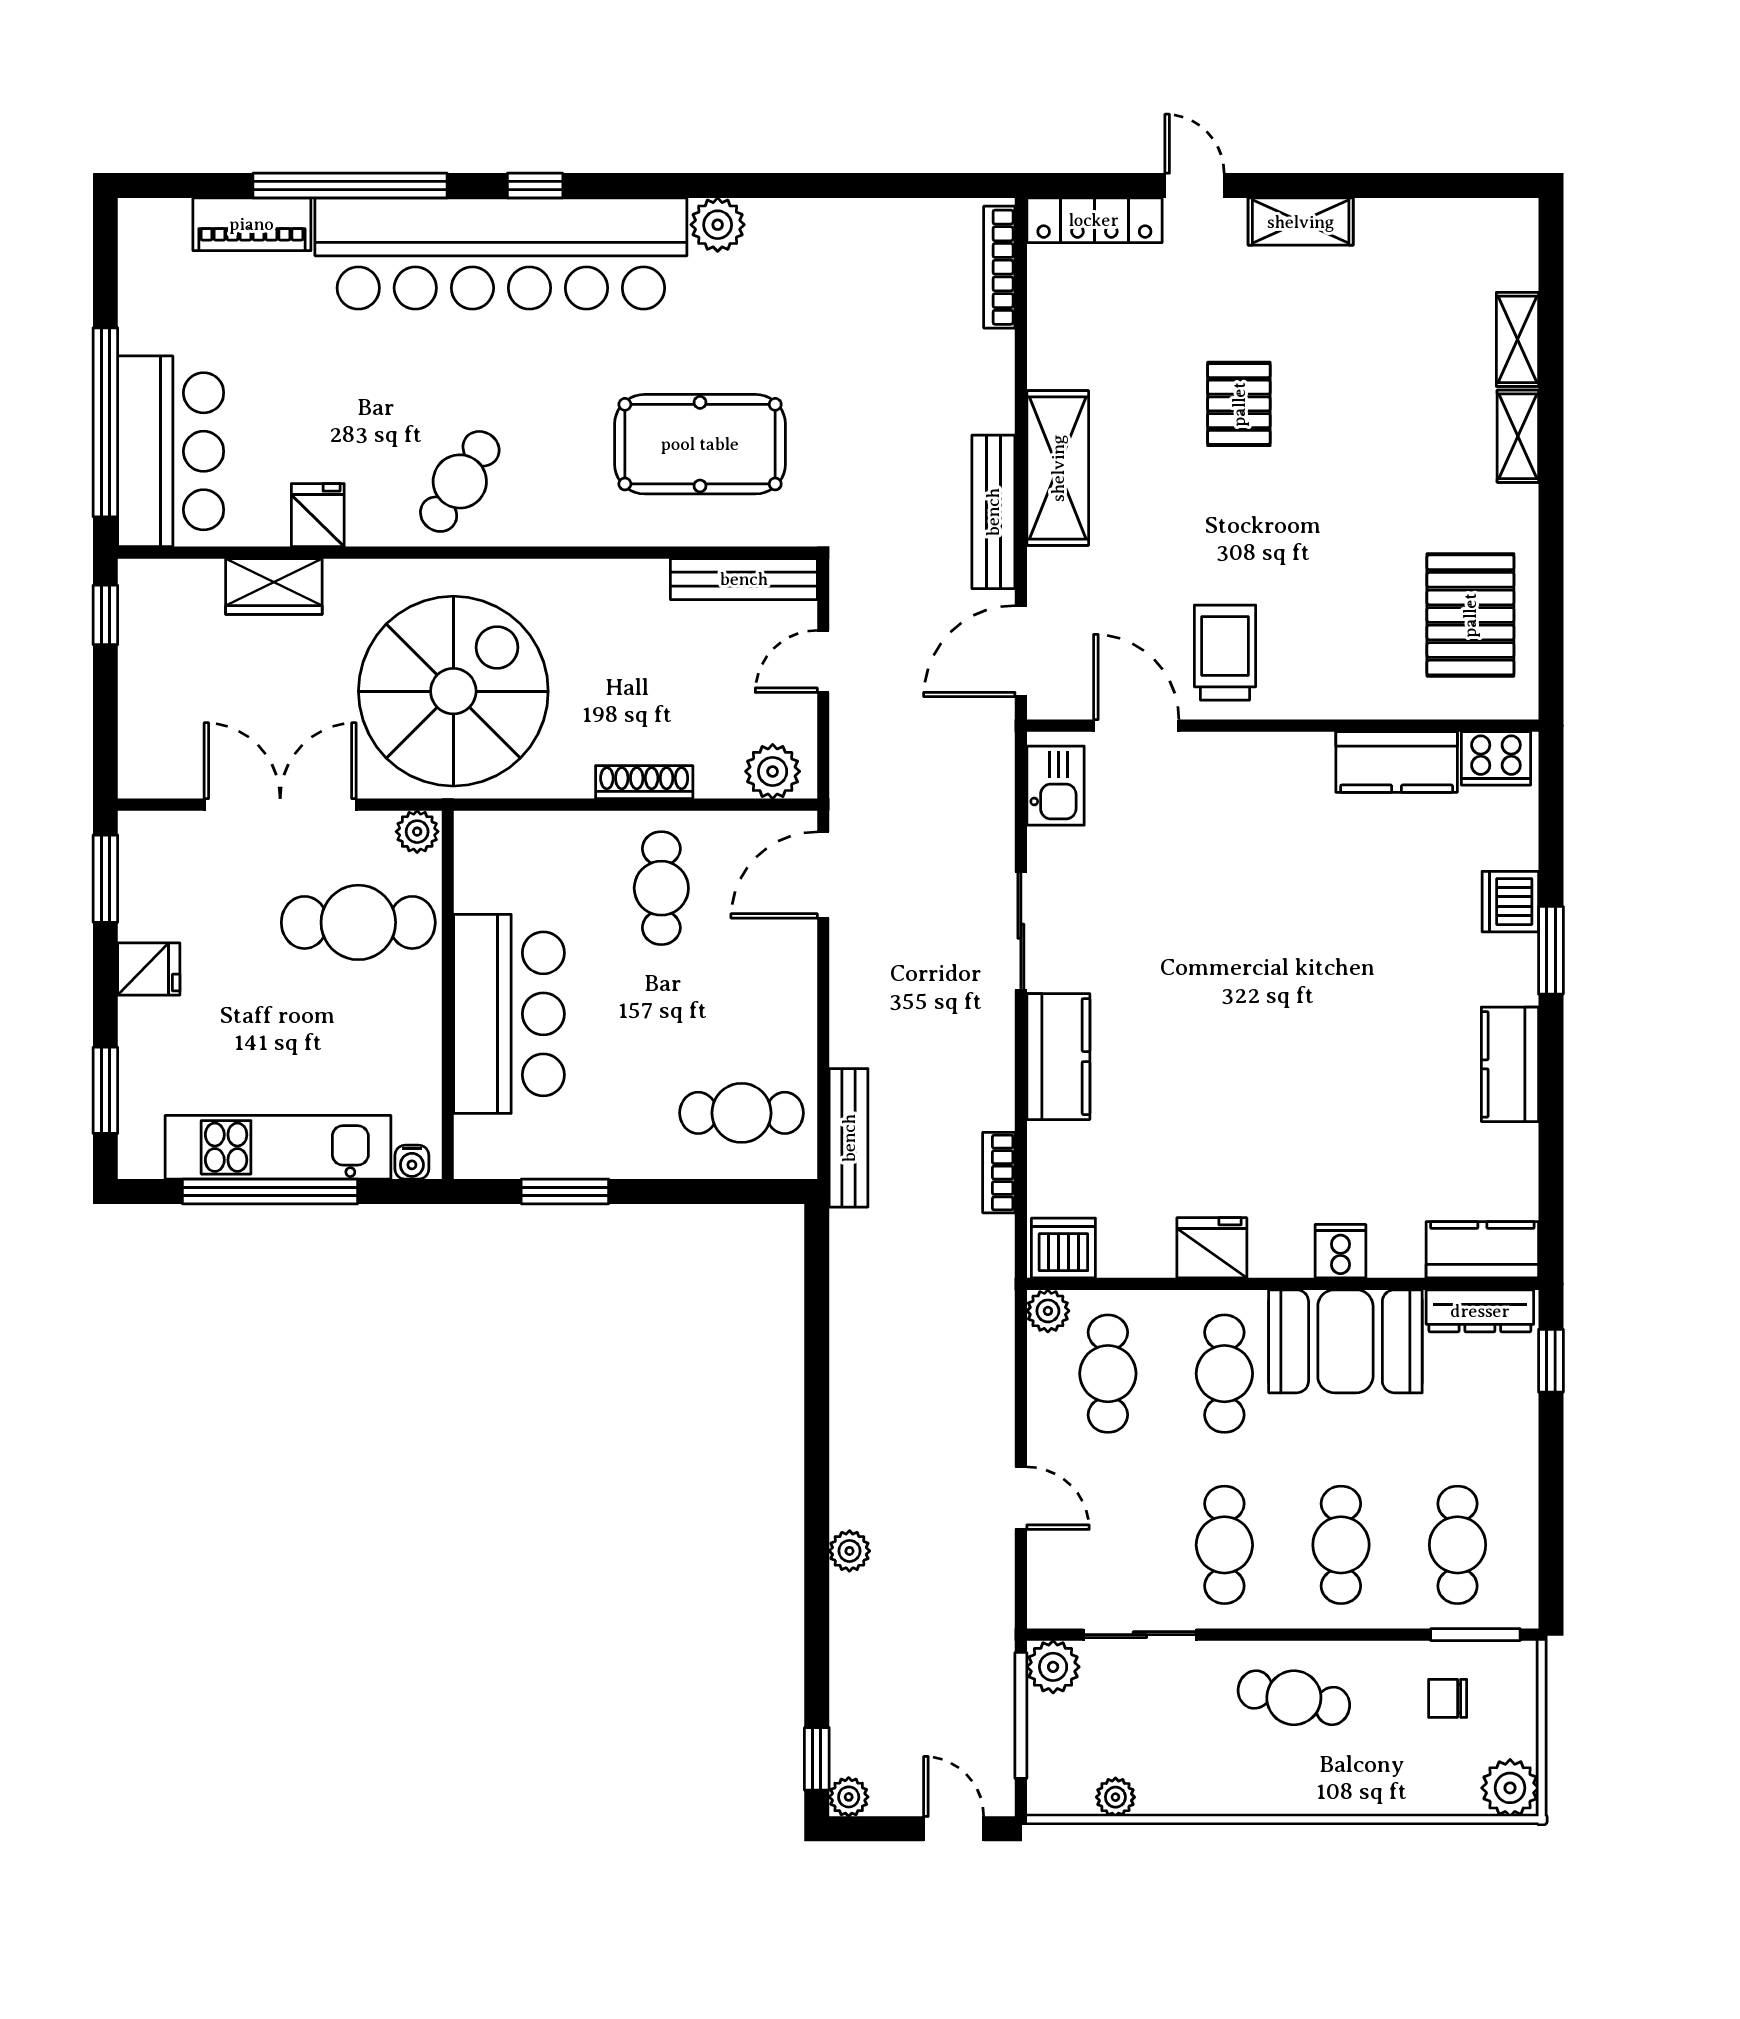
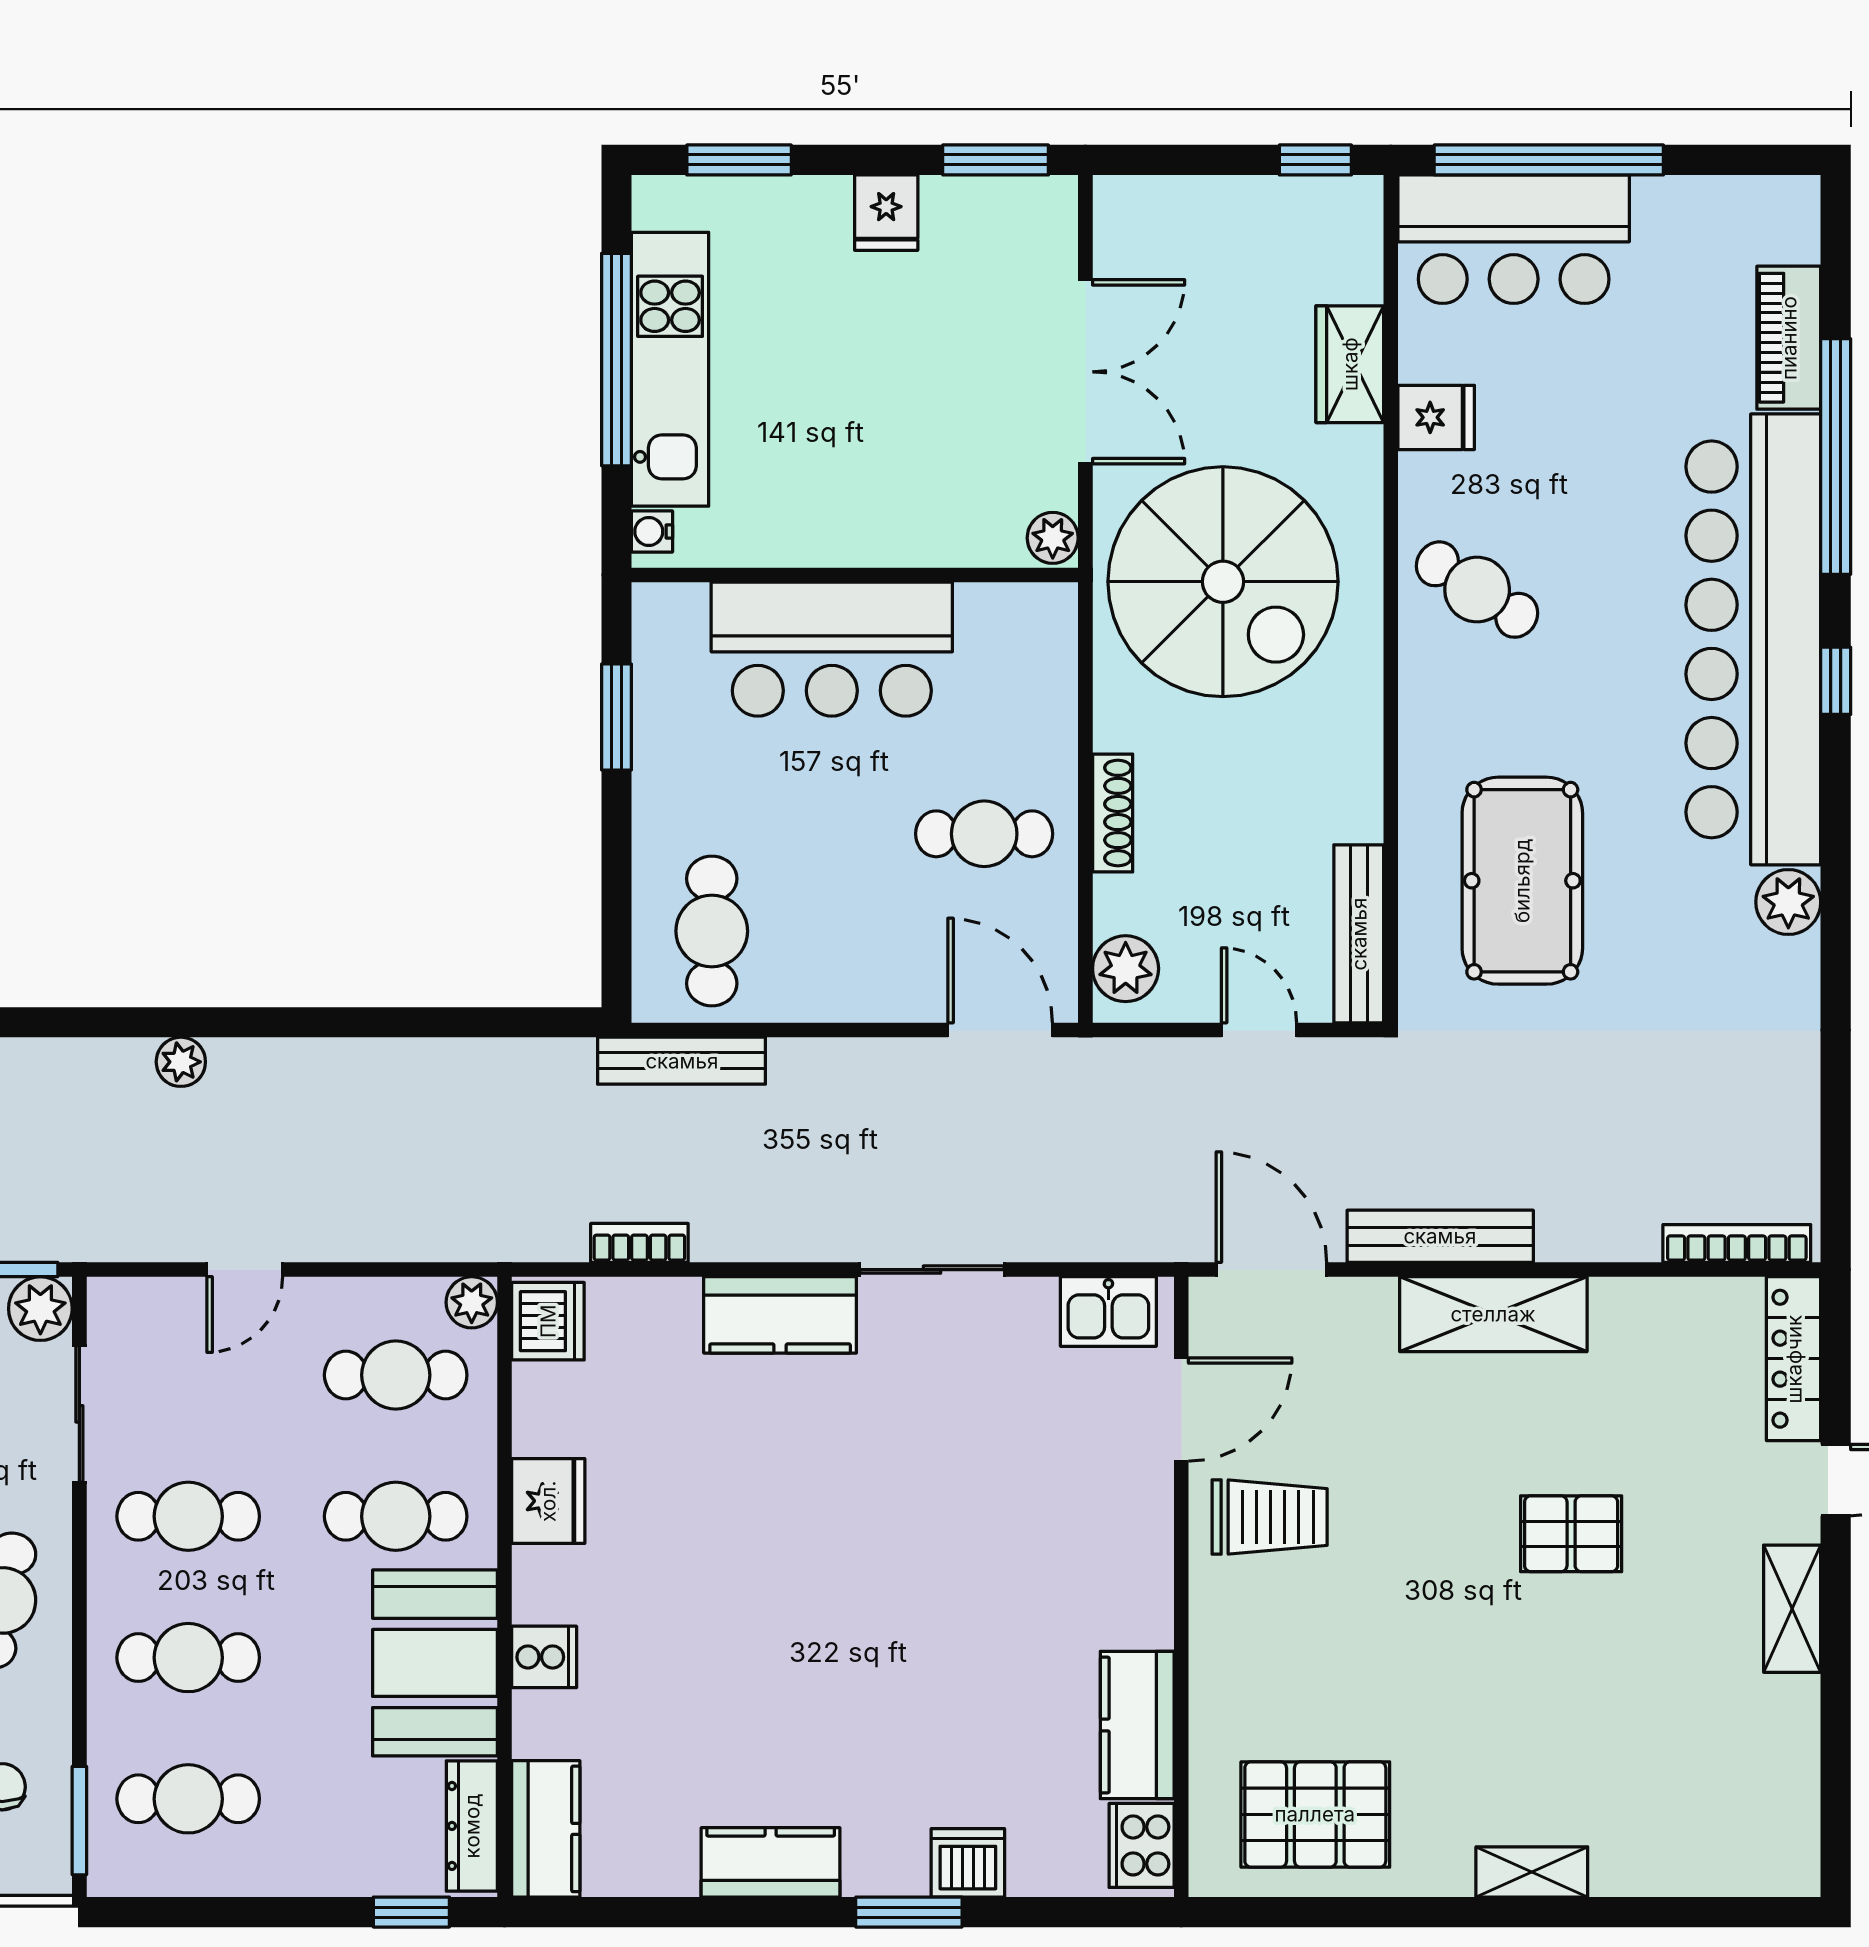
shelving: (1517, 339) -> (1649, 1872), removed
cafe table: (358, 922) -> (943, 467), removed

